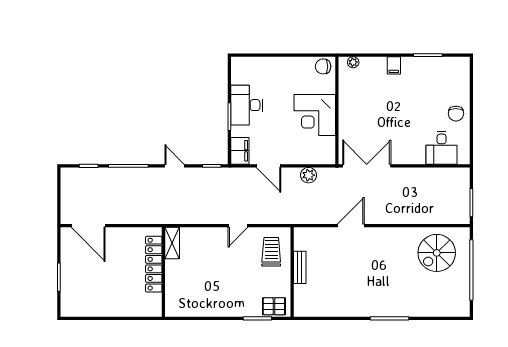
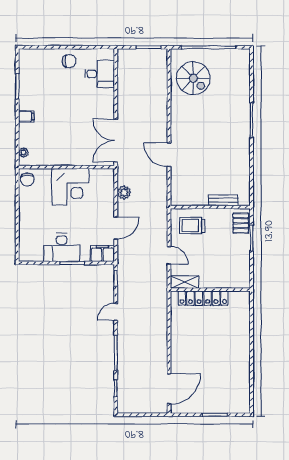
shelving: (172, 243) -> (185, 282), moved
locker: (154, 264) -> (203, 298), moved
bench: (300, 267) -> (223, 200), moved
wall: (163, 272) -> (210, 290), moved

